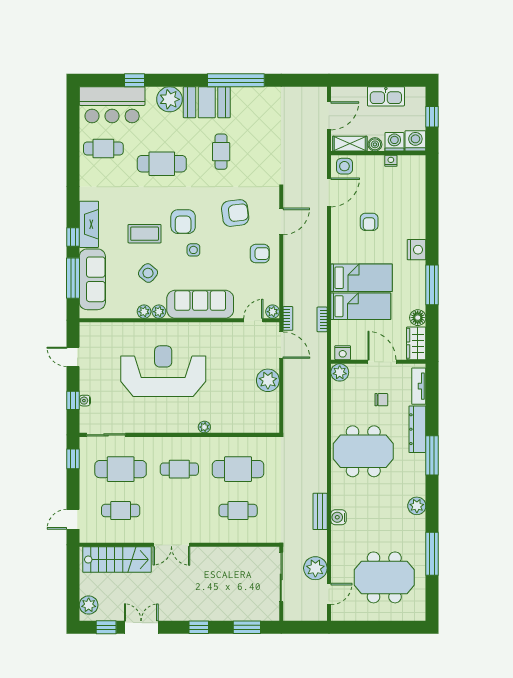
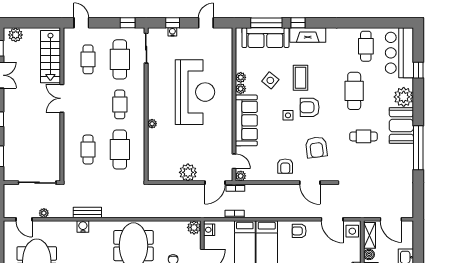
armchair: (369, 222) -> (299, 231), moved
plant: (315, 568) -> (44, 213), width x0.53, depth x0.53

